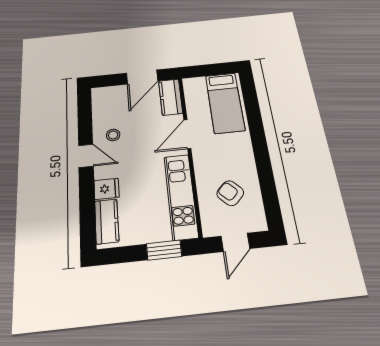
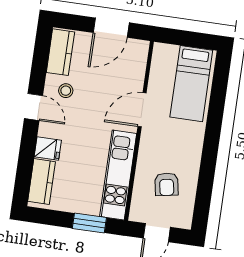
kitchen counter: (171, 97) -> (60, 52), moved, turned 180
armchair: (230, 193) -> (167, 184), turned -145

